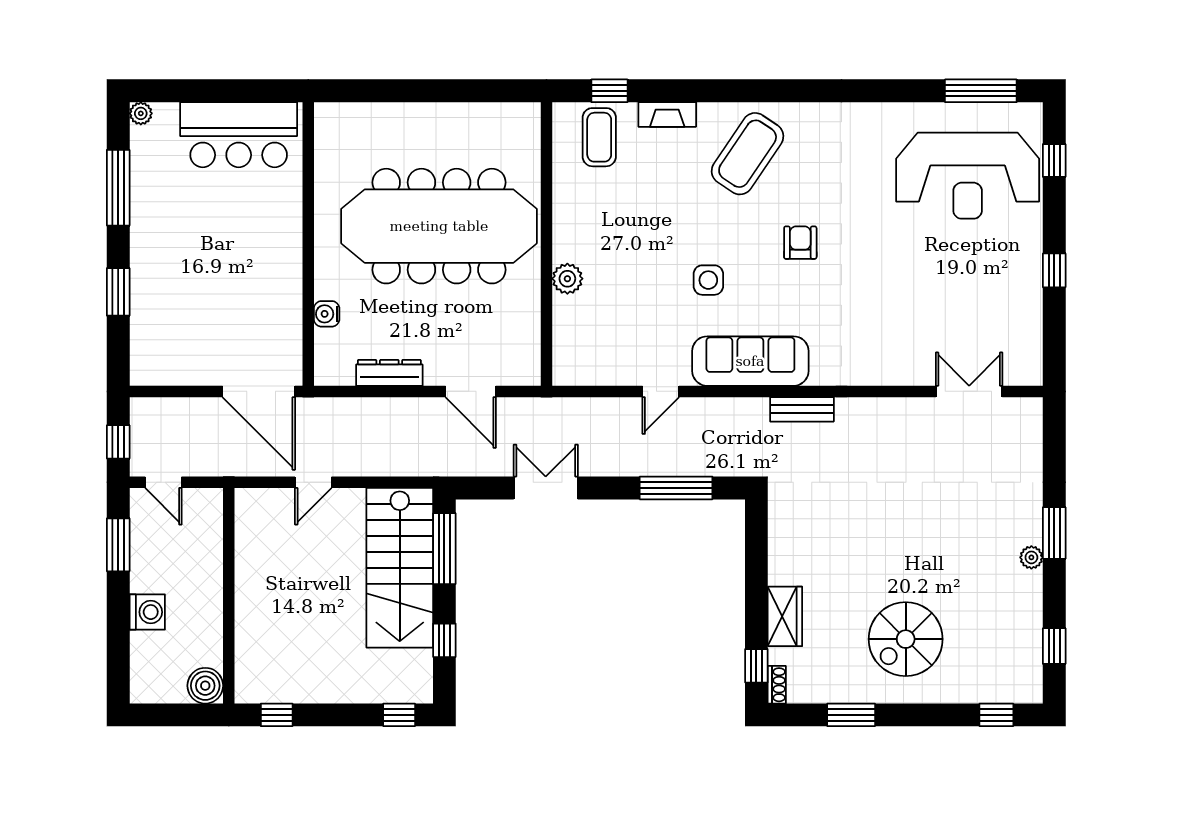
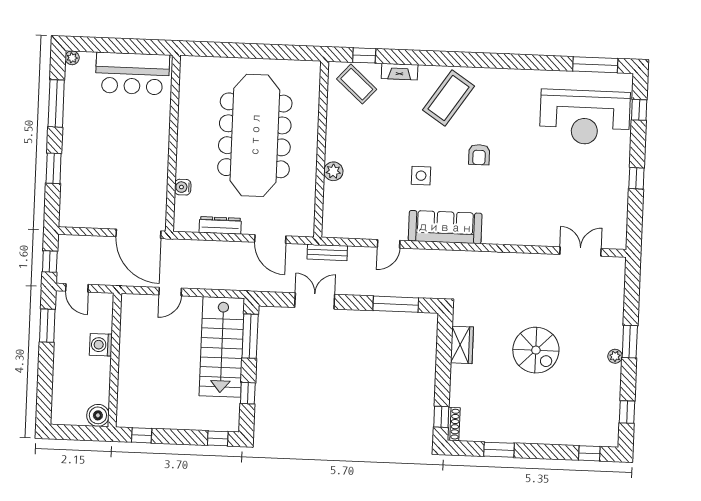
coffee table: (599, 137) -> (357, 84), turned -48
meeting table: (439, 226) -> (255, 135), turned 90
armchair: (800, 243) -> (479, 155), turned 180
bench: (802, 409) -> (327, 252), moved
washing machine: (147, 612) -> (101, 345), moved, turned 180
wardrobe: (785, 616) -> (462, 345), moved
spiral stairs: (906, 639) -> (536, 350), moved, turned -90
shoe rack: (777, 685) -> (454, 424), width x1.43

